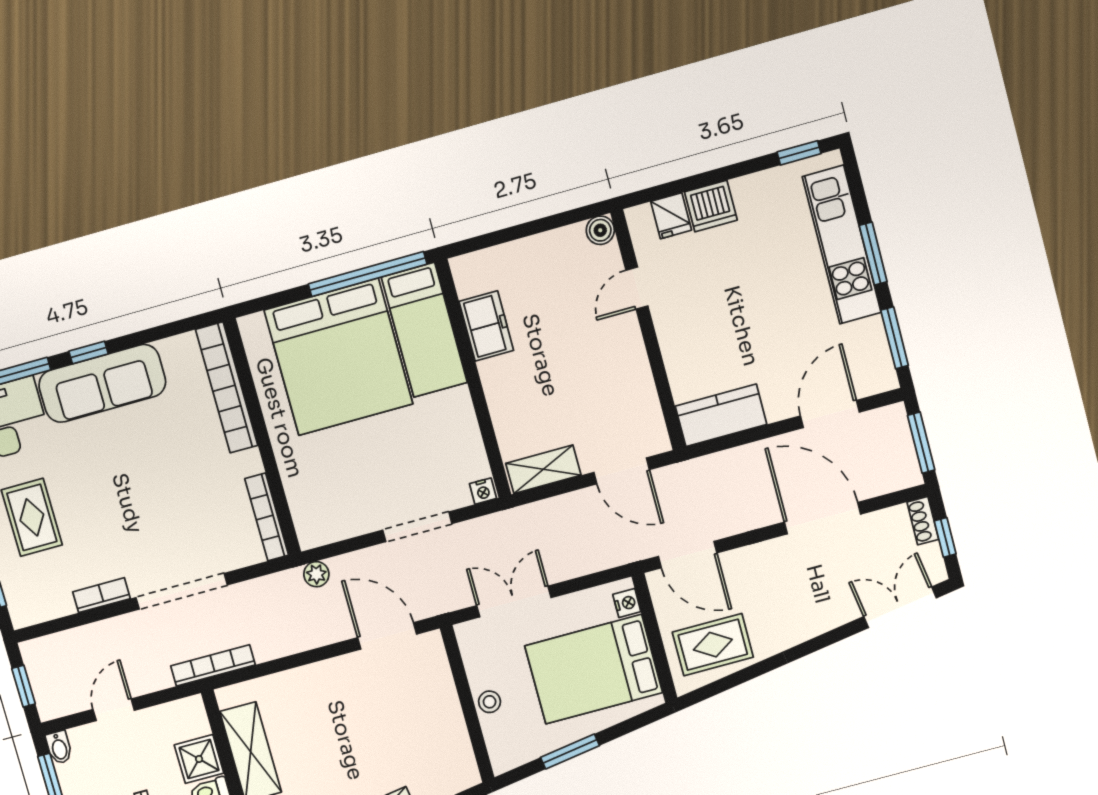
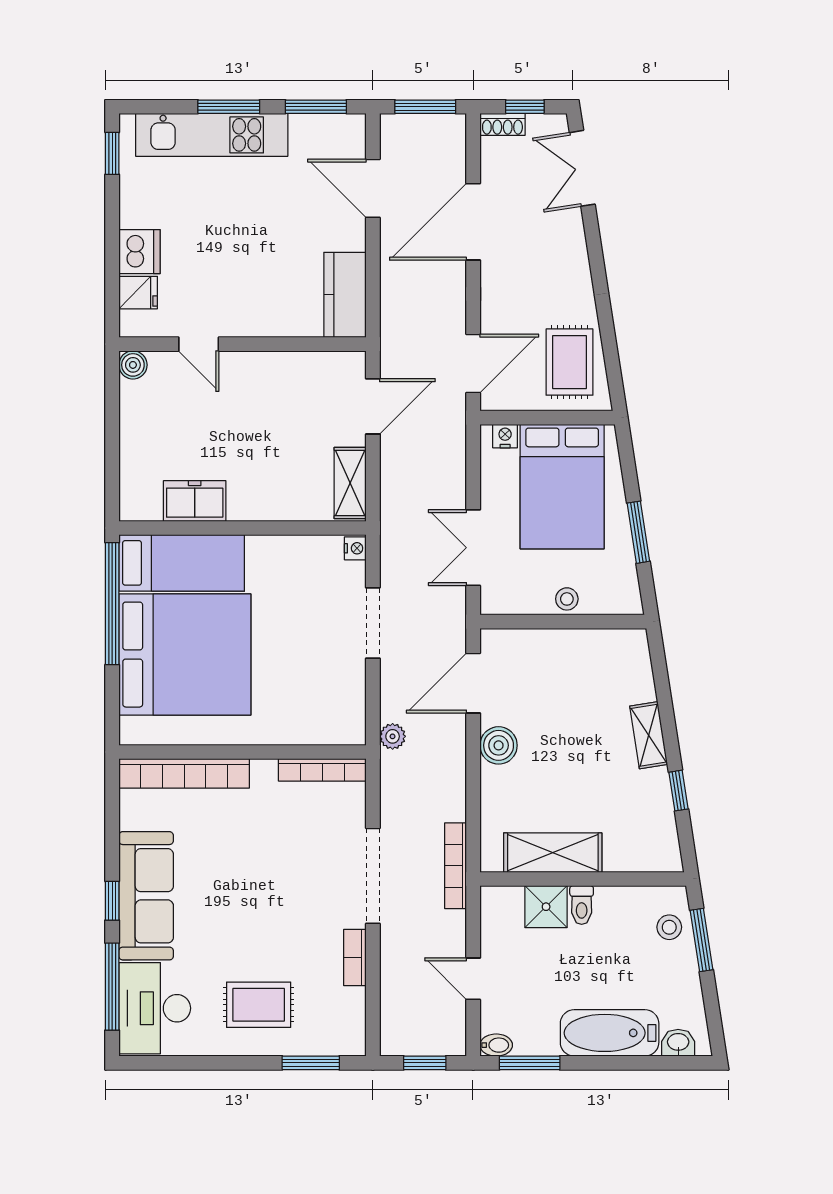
boiler: (336, 675) -> (499, 745), added

